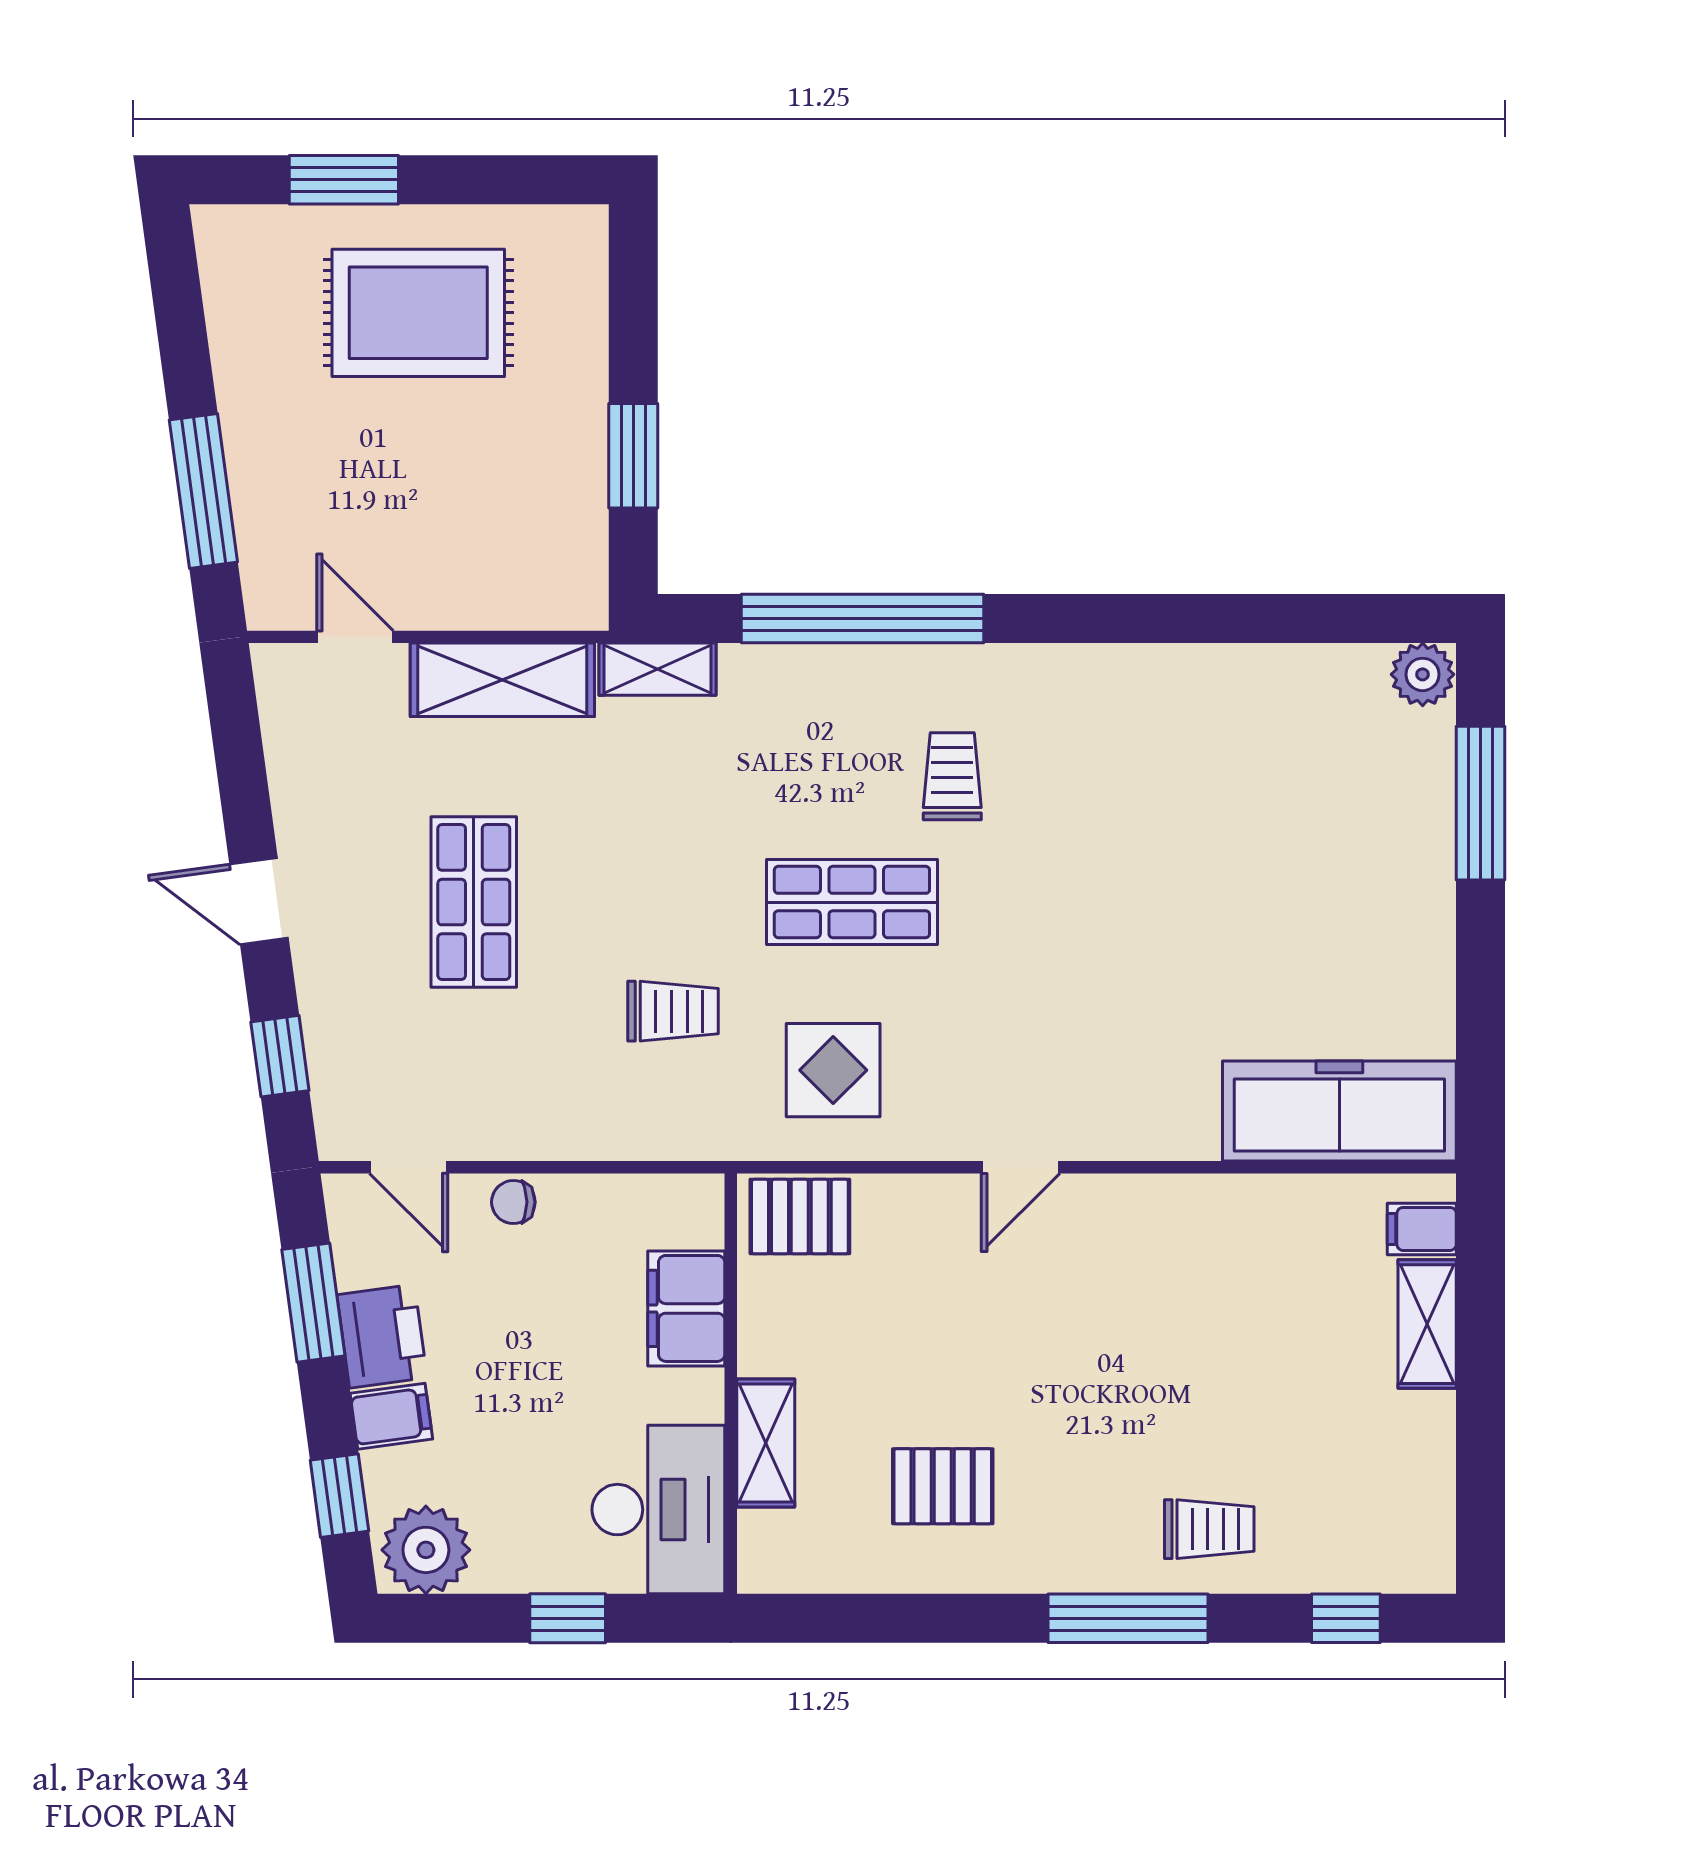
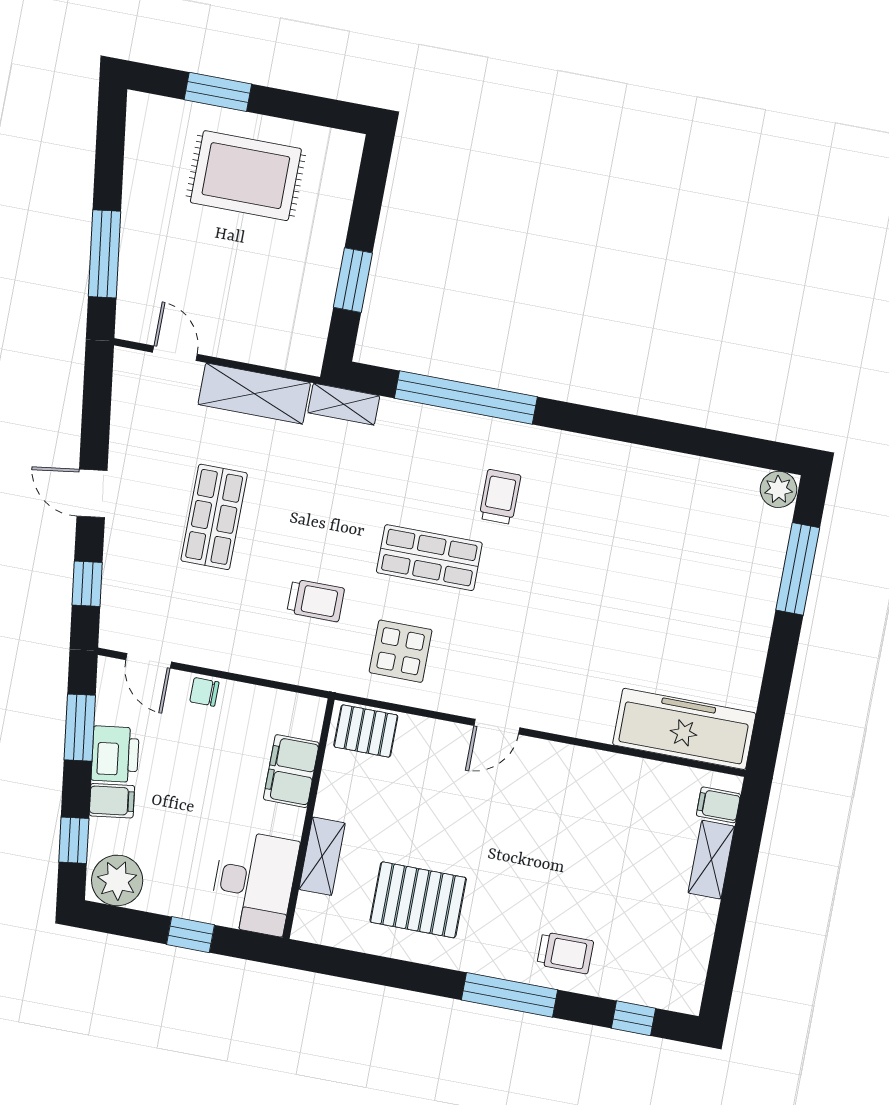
pallet: (943, 1486) -> (418, 900), width x1.50, depth x1.42

